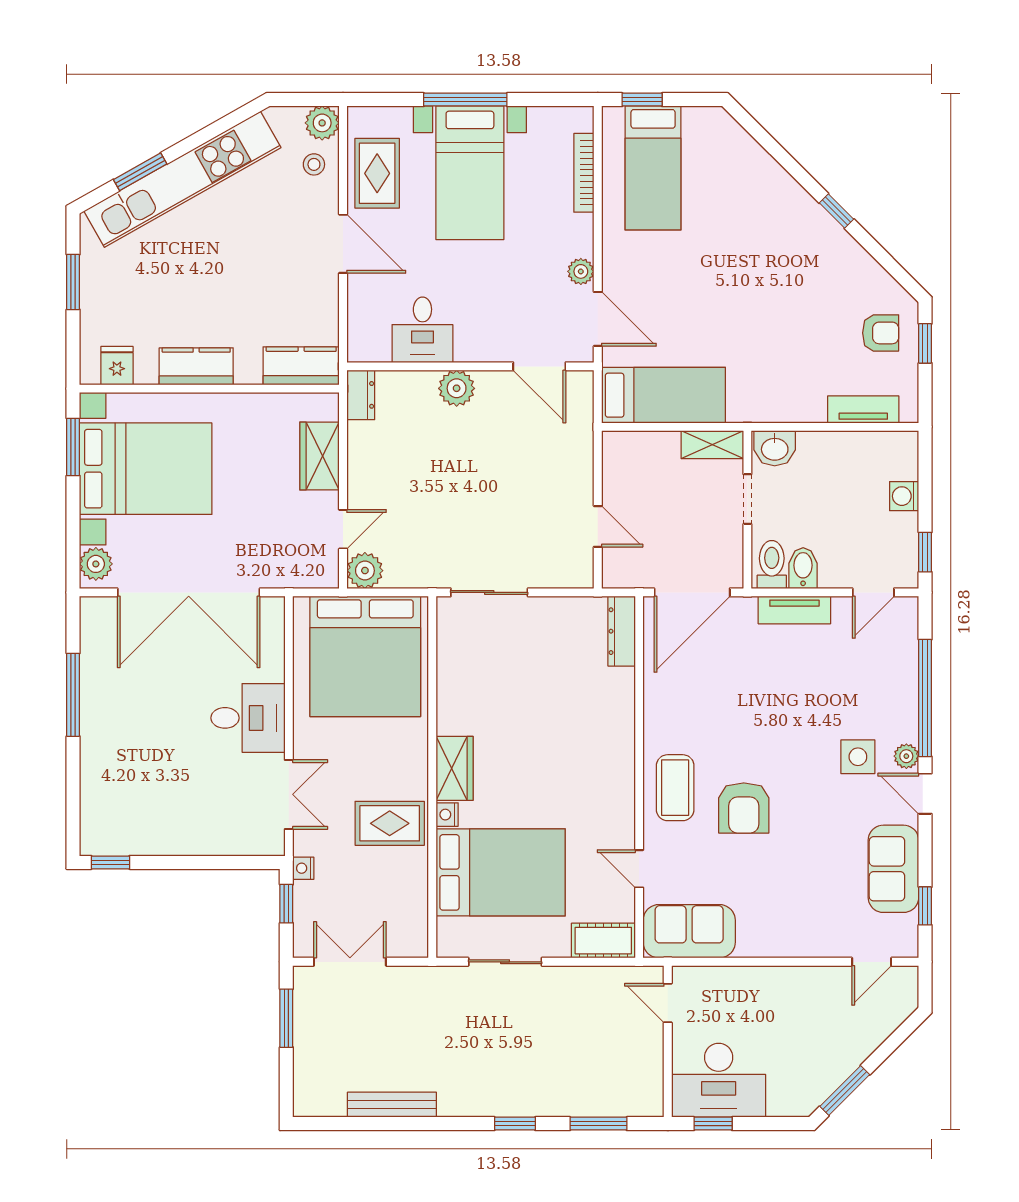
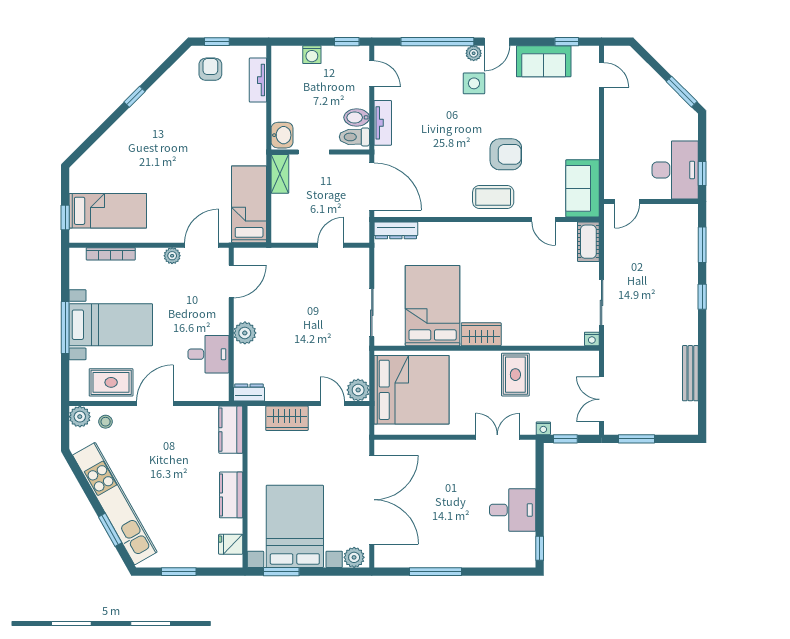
desk: (248, 718) -> (513, 510), moved, turned 90
nightstand: (447, 815) -> (592, 339), moved
door: (639, 869) -> (544, 219), hinge flipped
bed: (501, 872) -> (433, 306), moved

